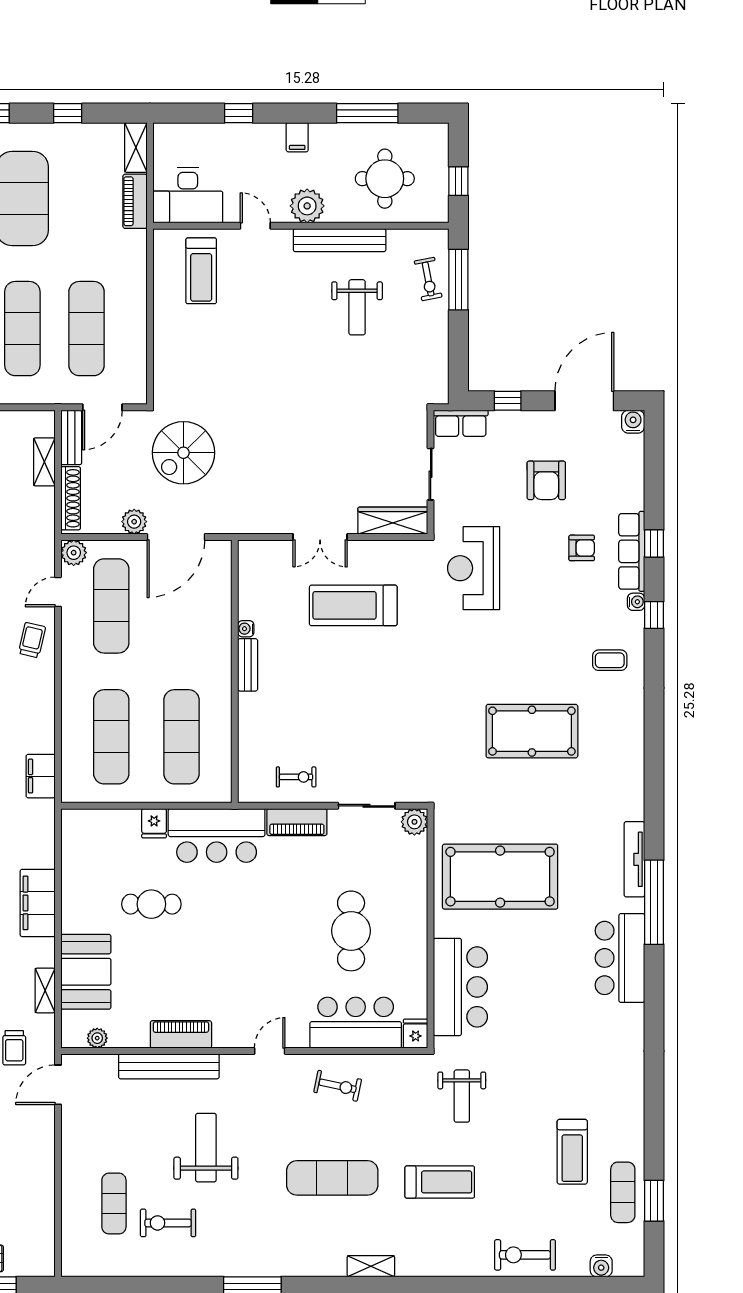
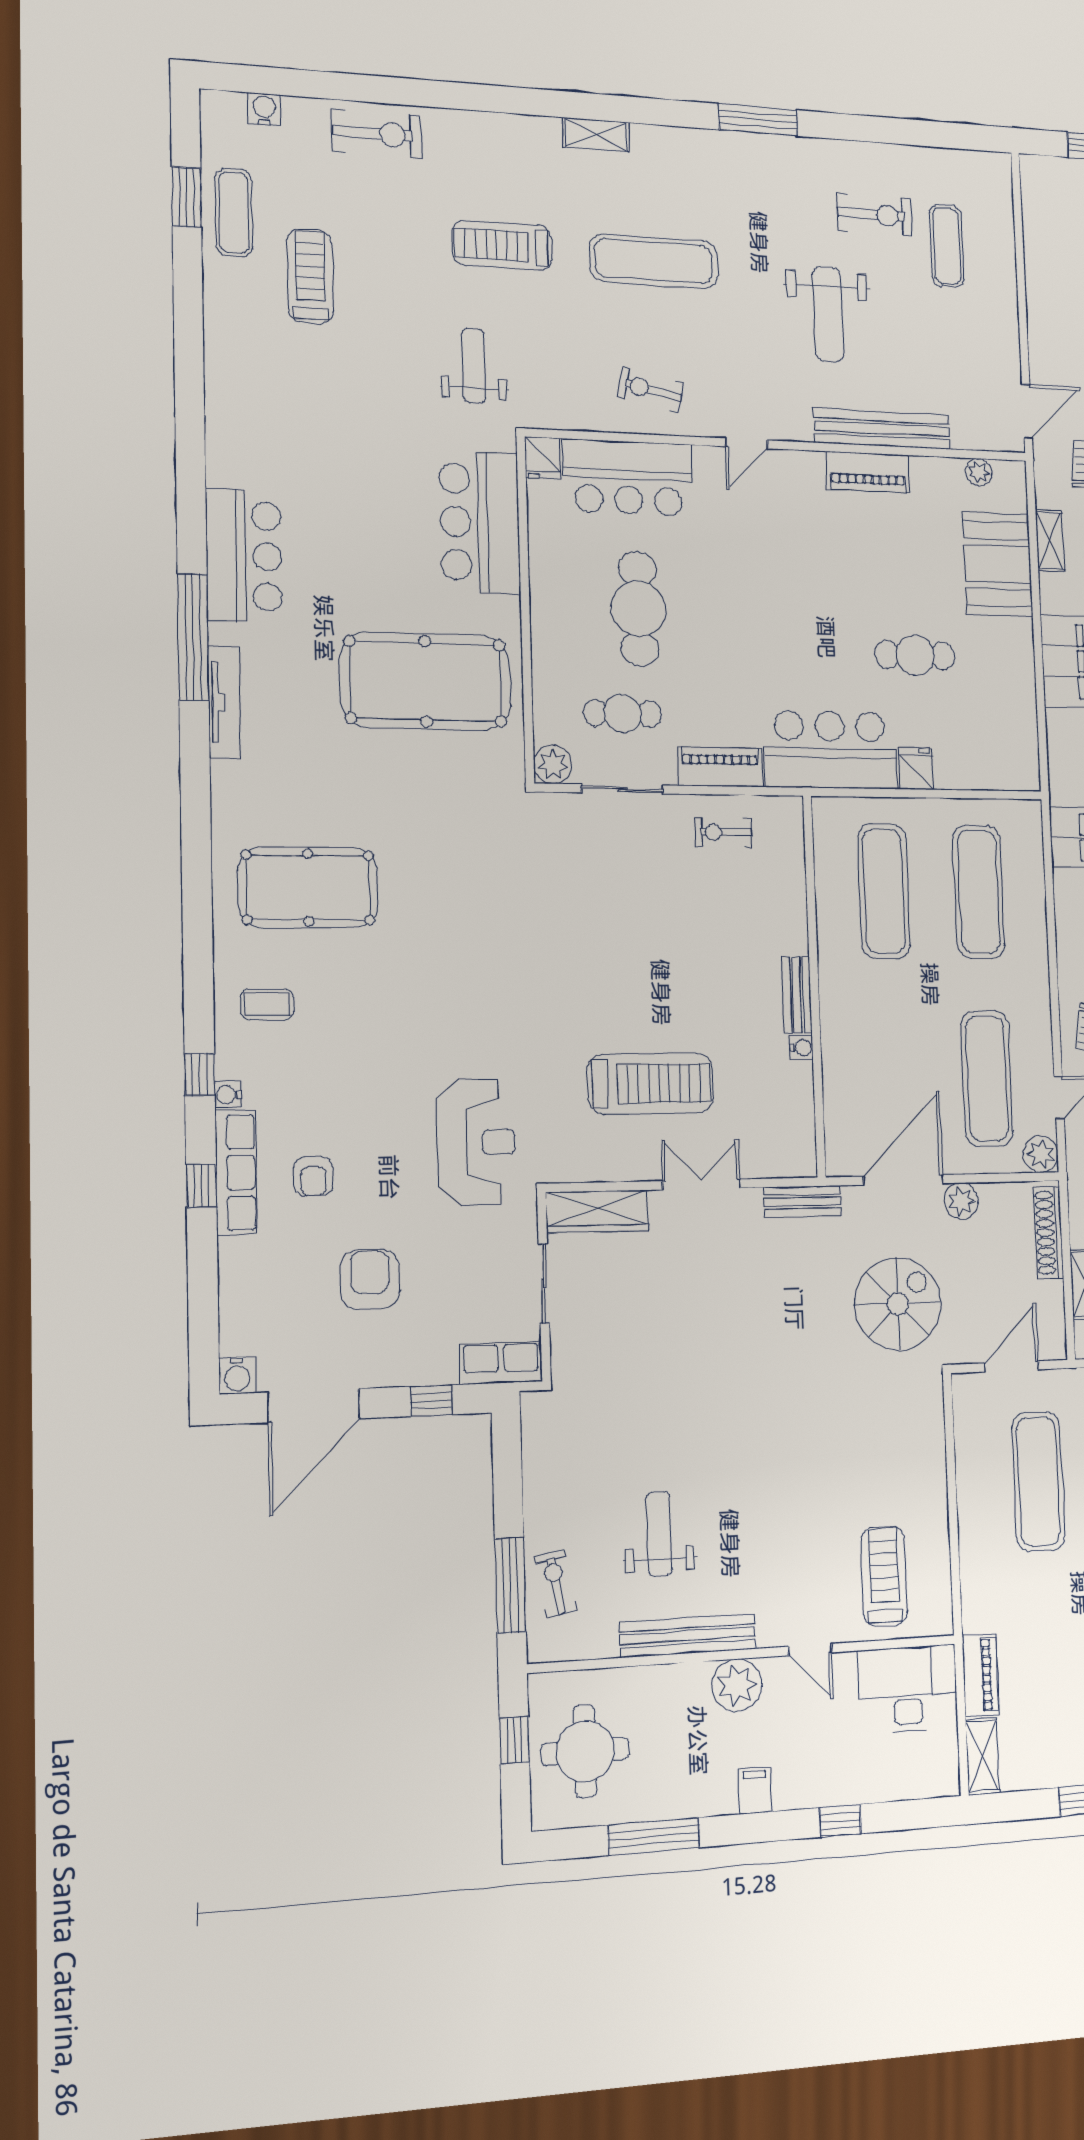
round table: (385, 179) -> (585, 1751), moved
bench: (71, 437) -> (803, 1202), moved, turned 90
armchair: (582, 548) -> (313, 1176), turned -90
pool table: (532, 731) -> (308, 887), moved
cafe table: (365, 858) -> (623, 713), added

